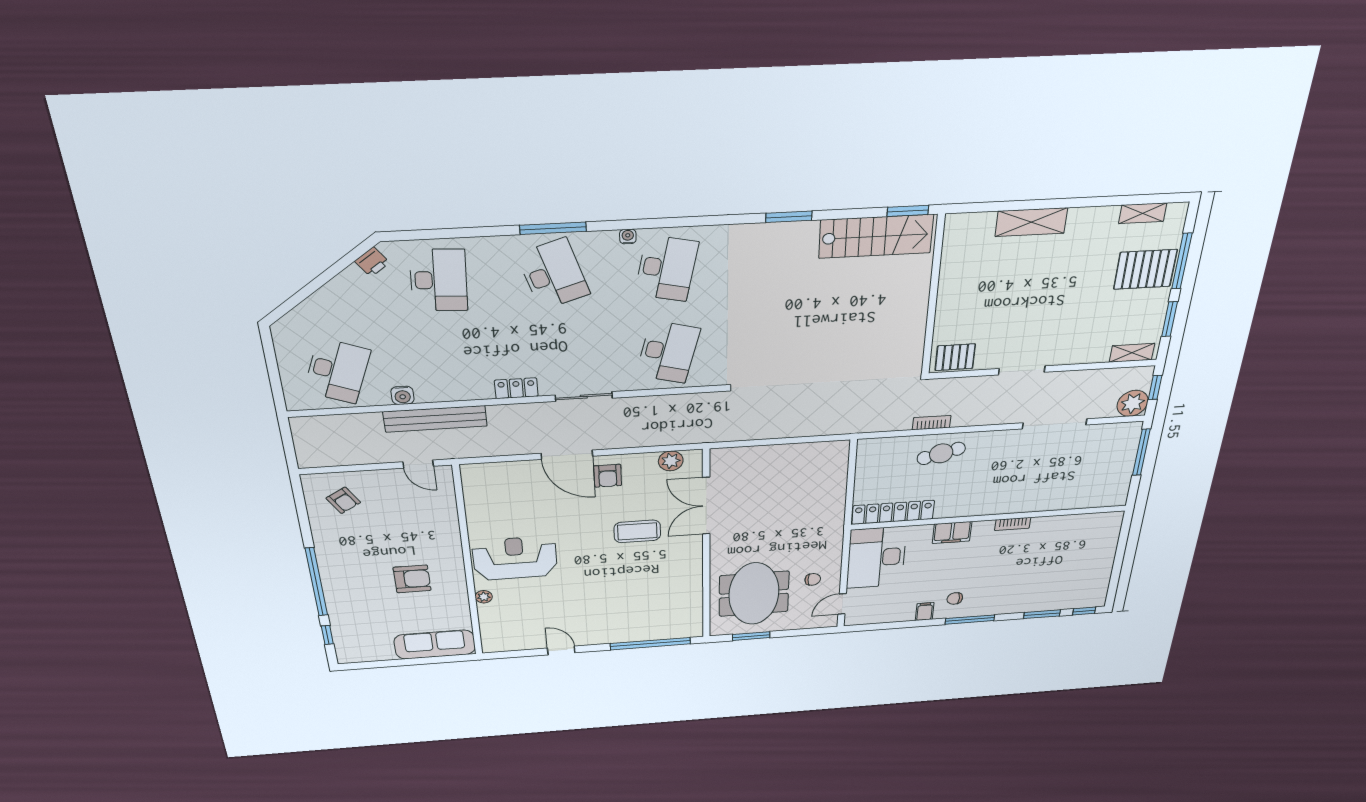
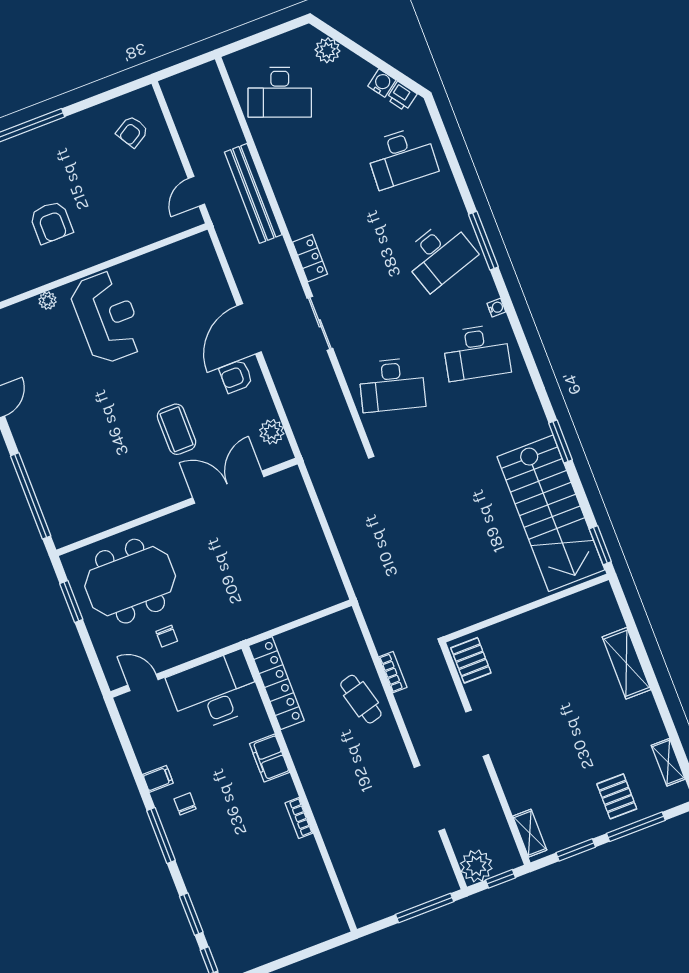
stairs: (876, 236) -> (551, 513), width x1.36, depth x1.51
pallet: (1145, 269) -> (617, 796), width x0.67, depth x0.71
plant: (303, 317) -> (327, 50), added
water cooler: (402, 395) -> (382, 83), moved, turned 144

